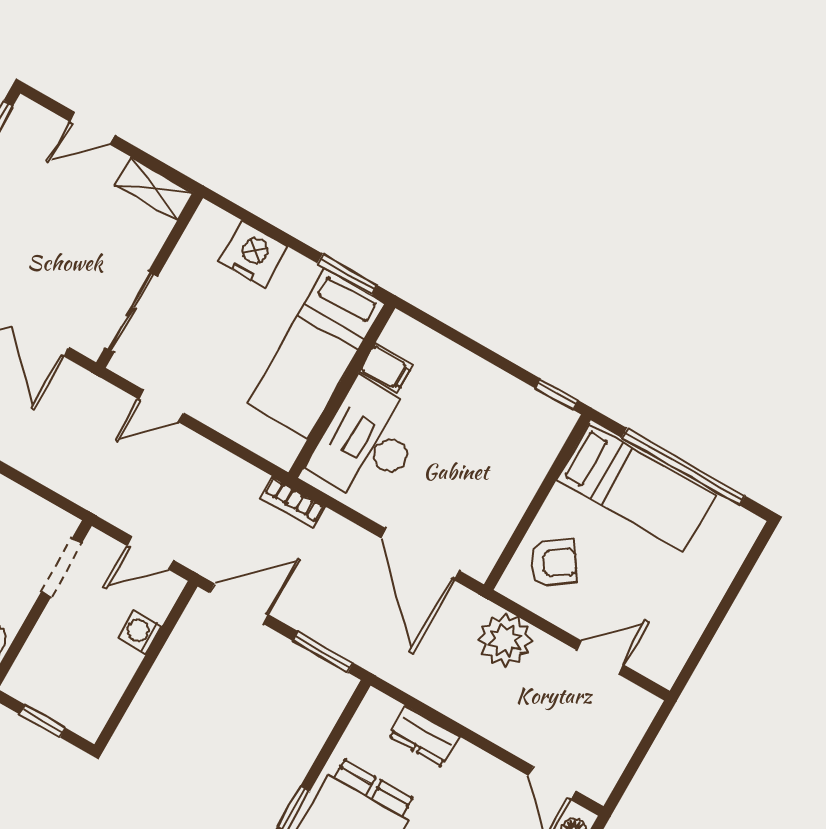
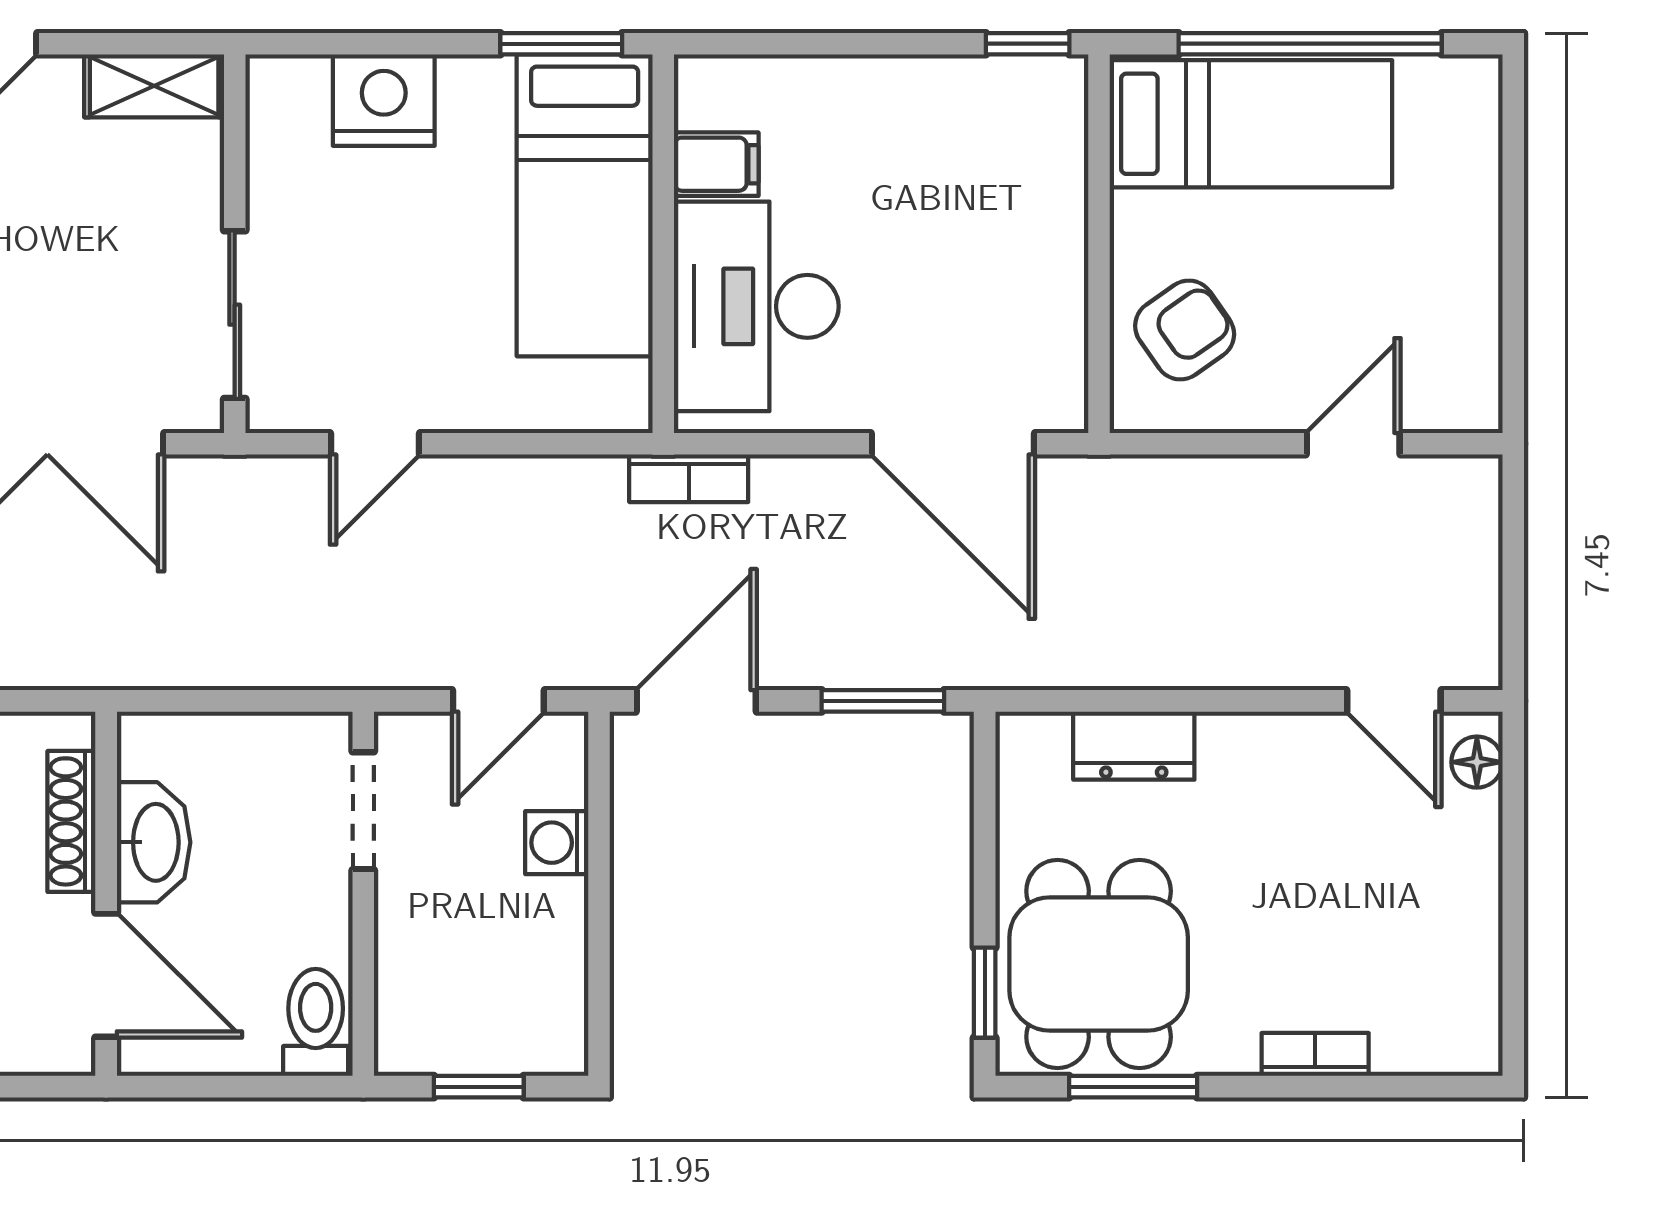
plant: (505, 640) -> (1178, 506), removed

